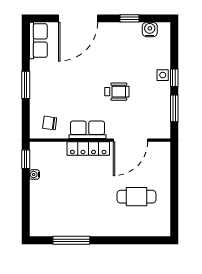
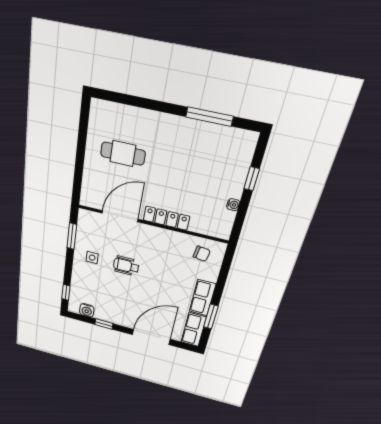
side table: (163, 75) -> (92, 258), moved
window: (174, 78) -> (66, 292), moved
window: (26, 85) -> (211, 317), moved
row of seats: (87, 130) -> (203, 298), moved, turned 90
window: (26, 159) -> (252, 179), moved

